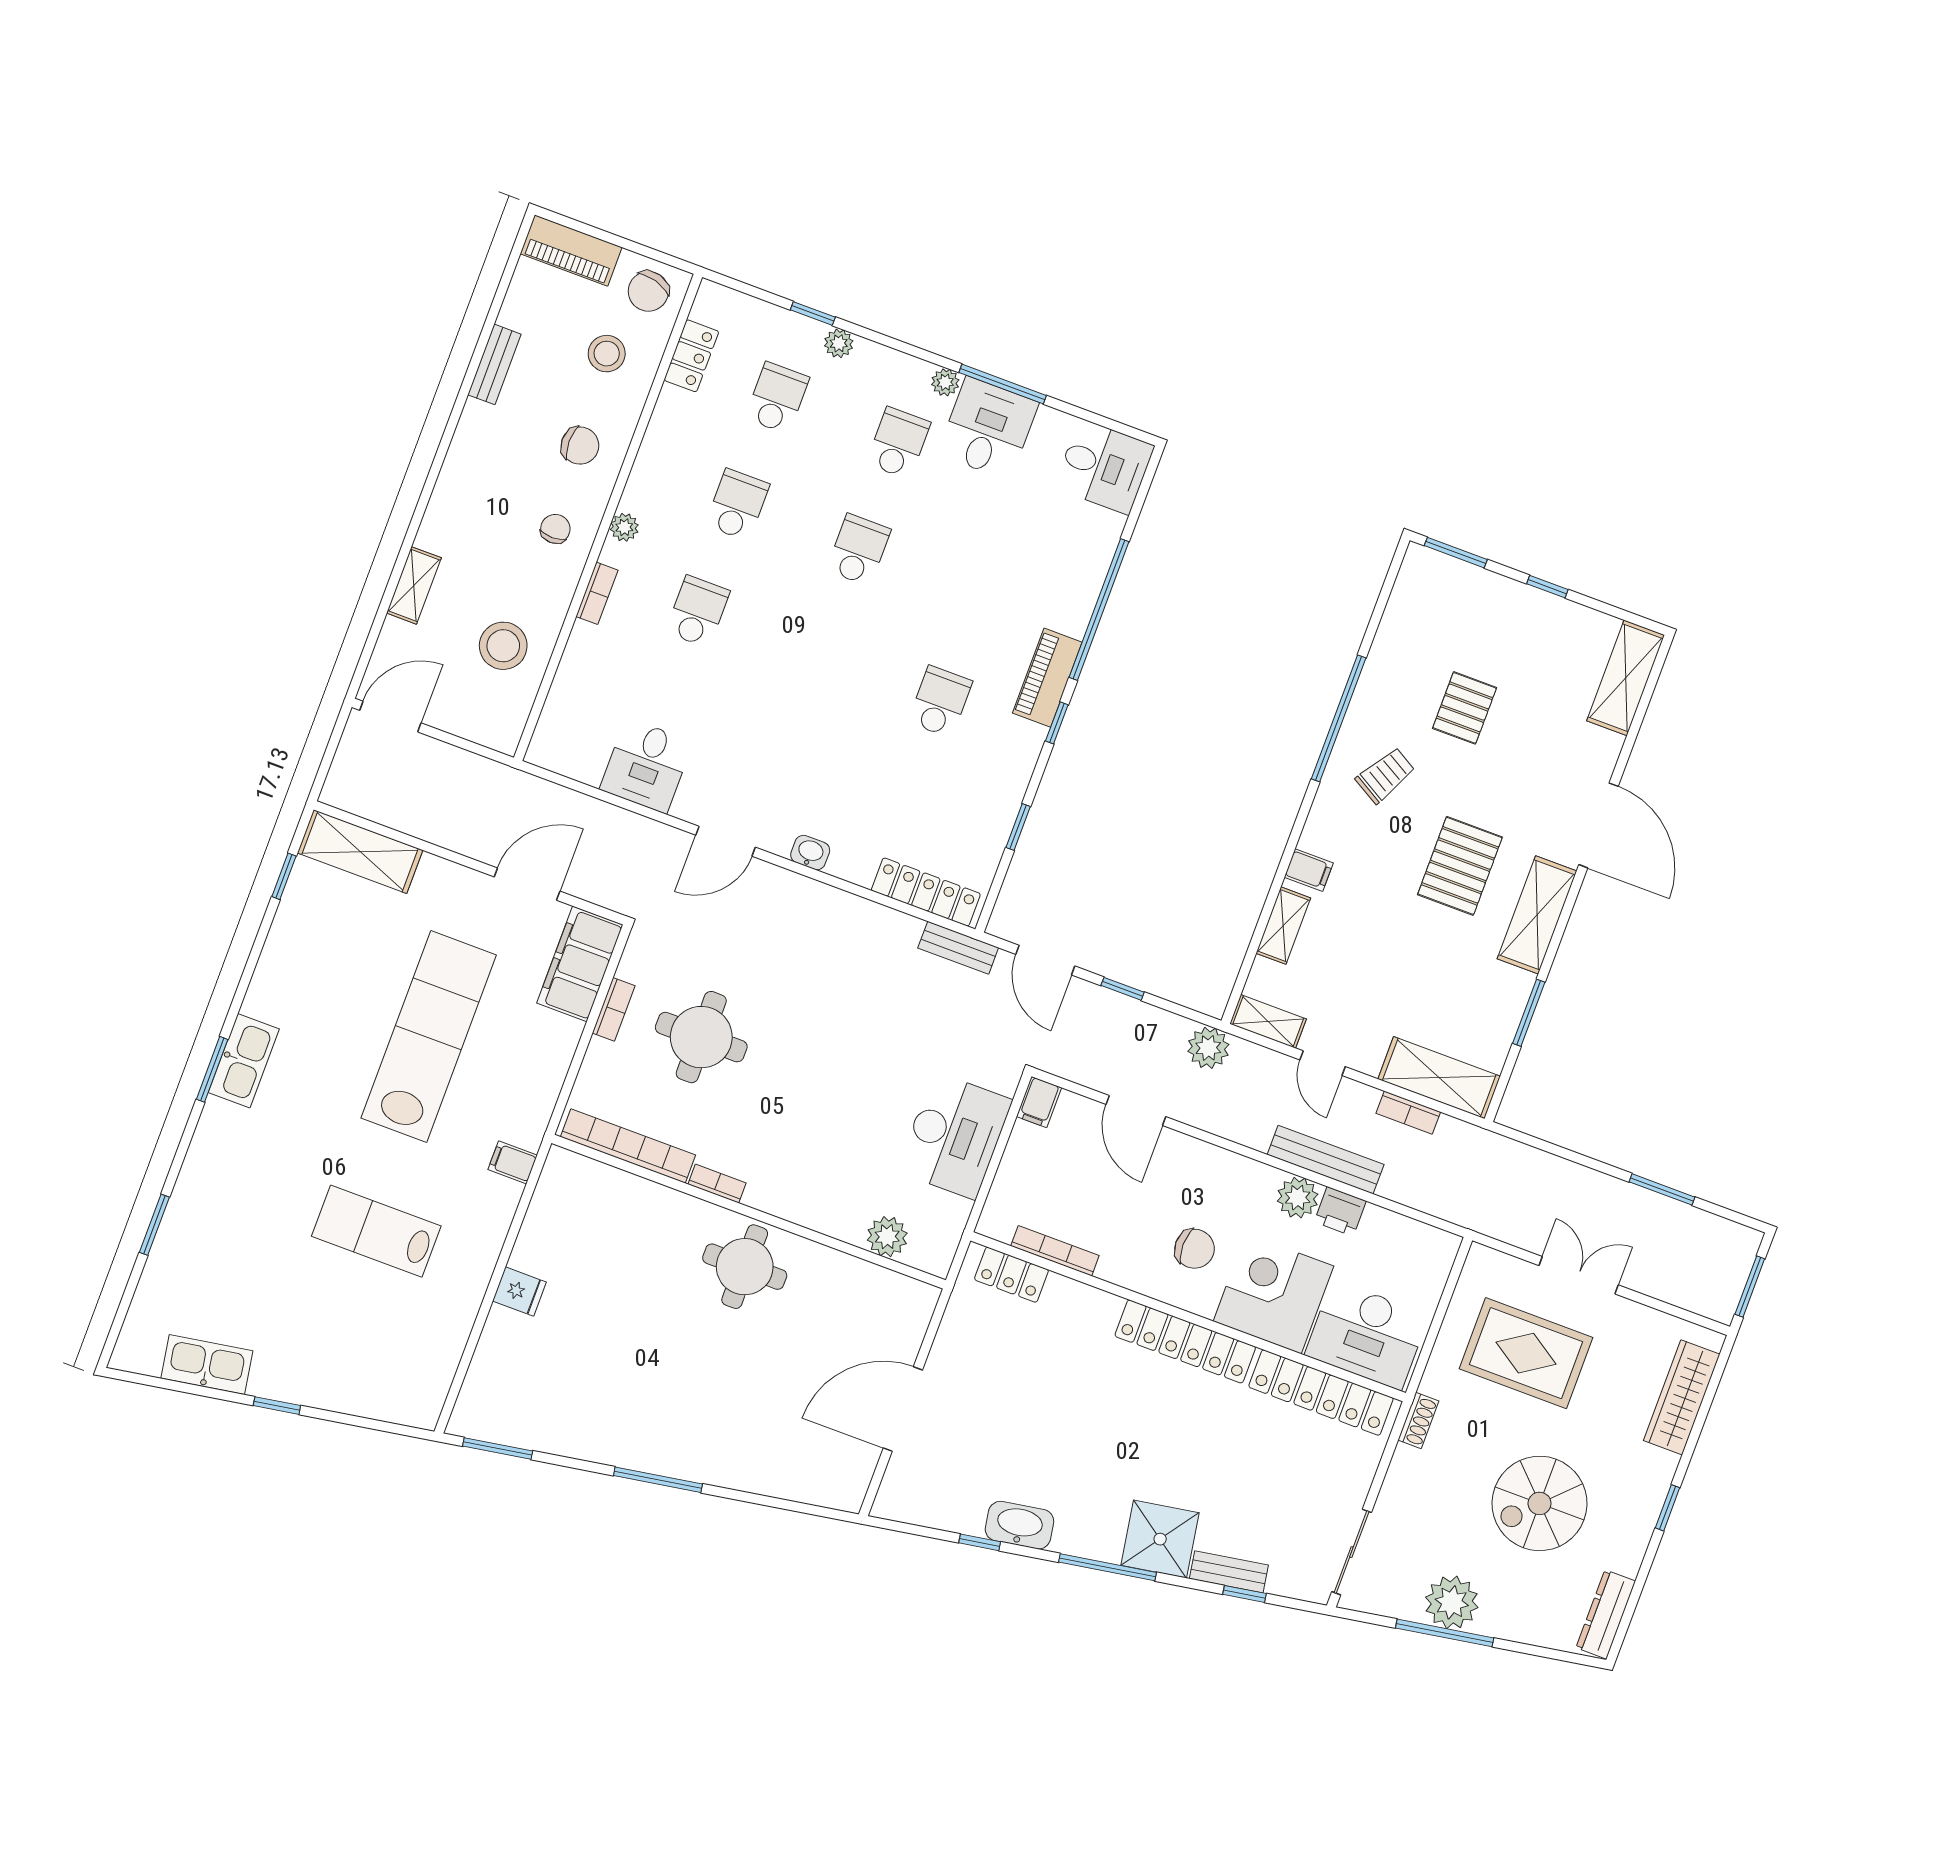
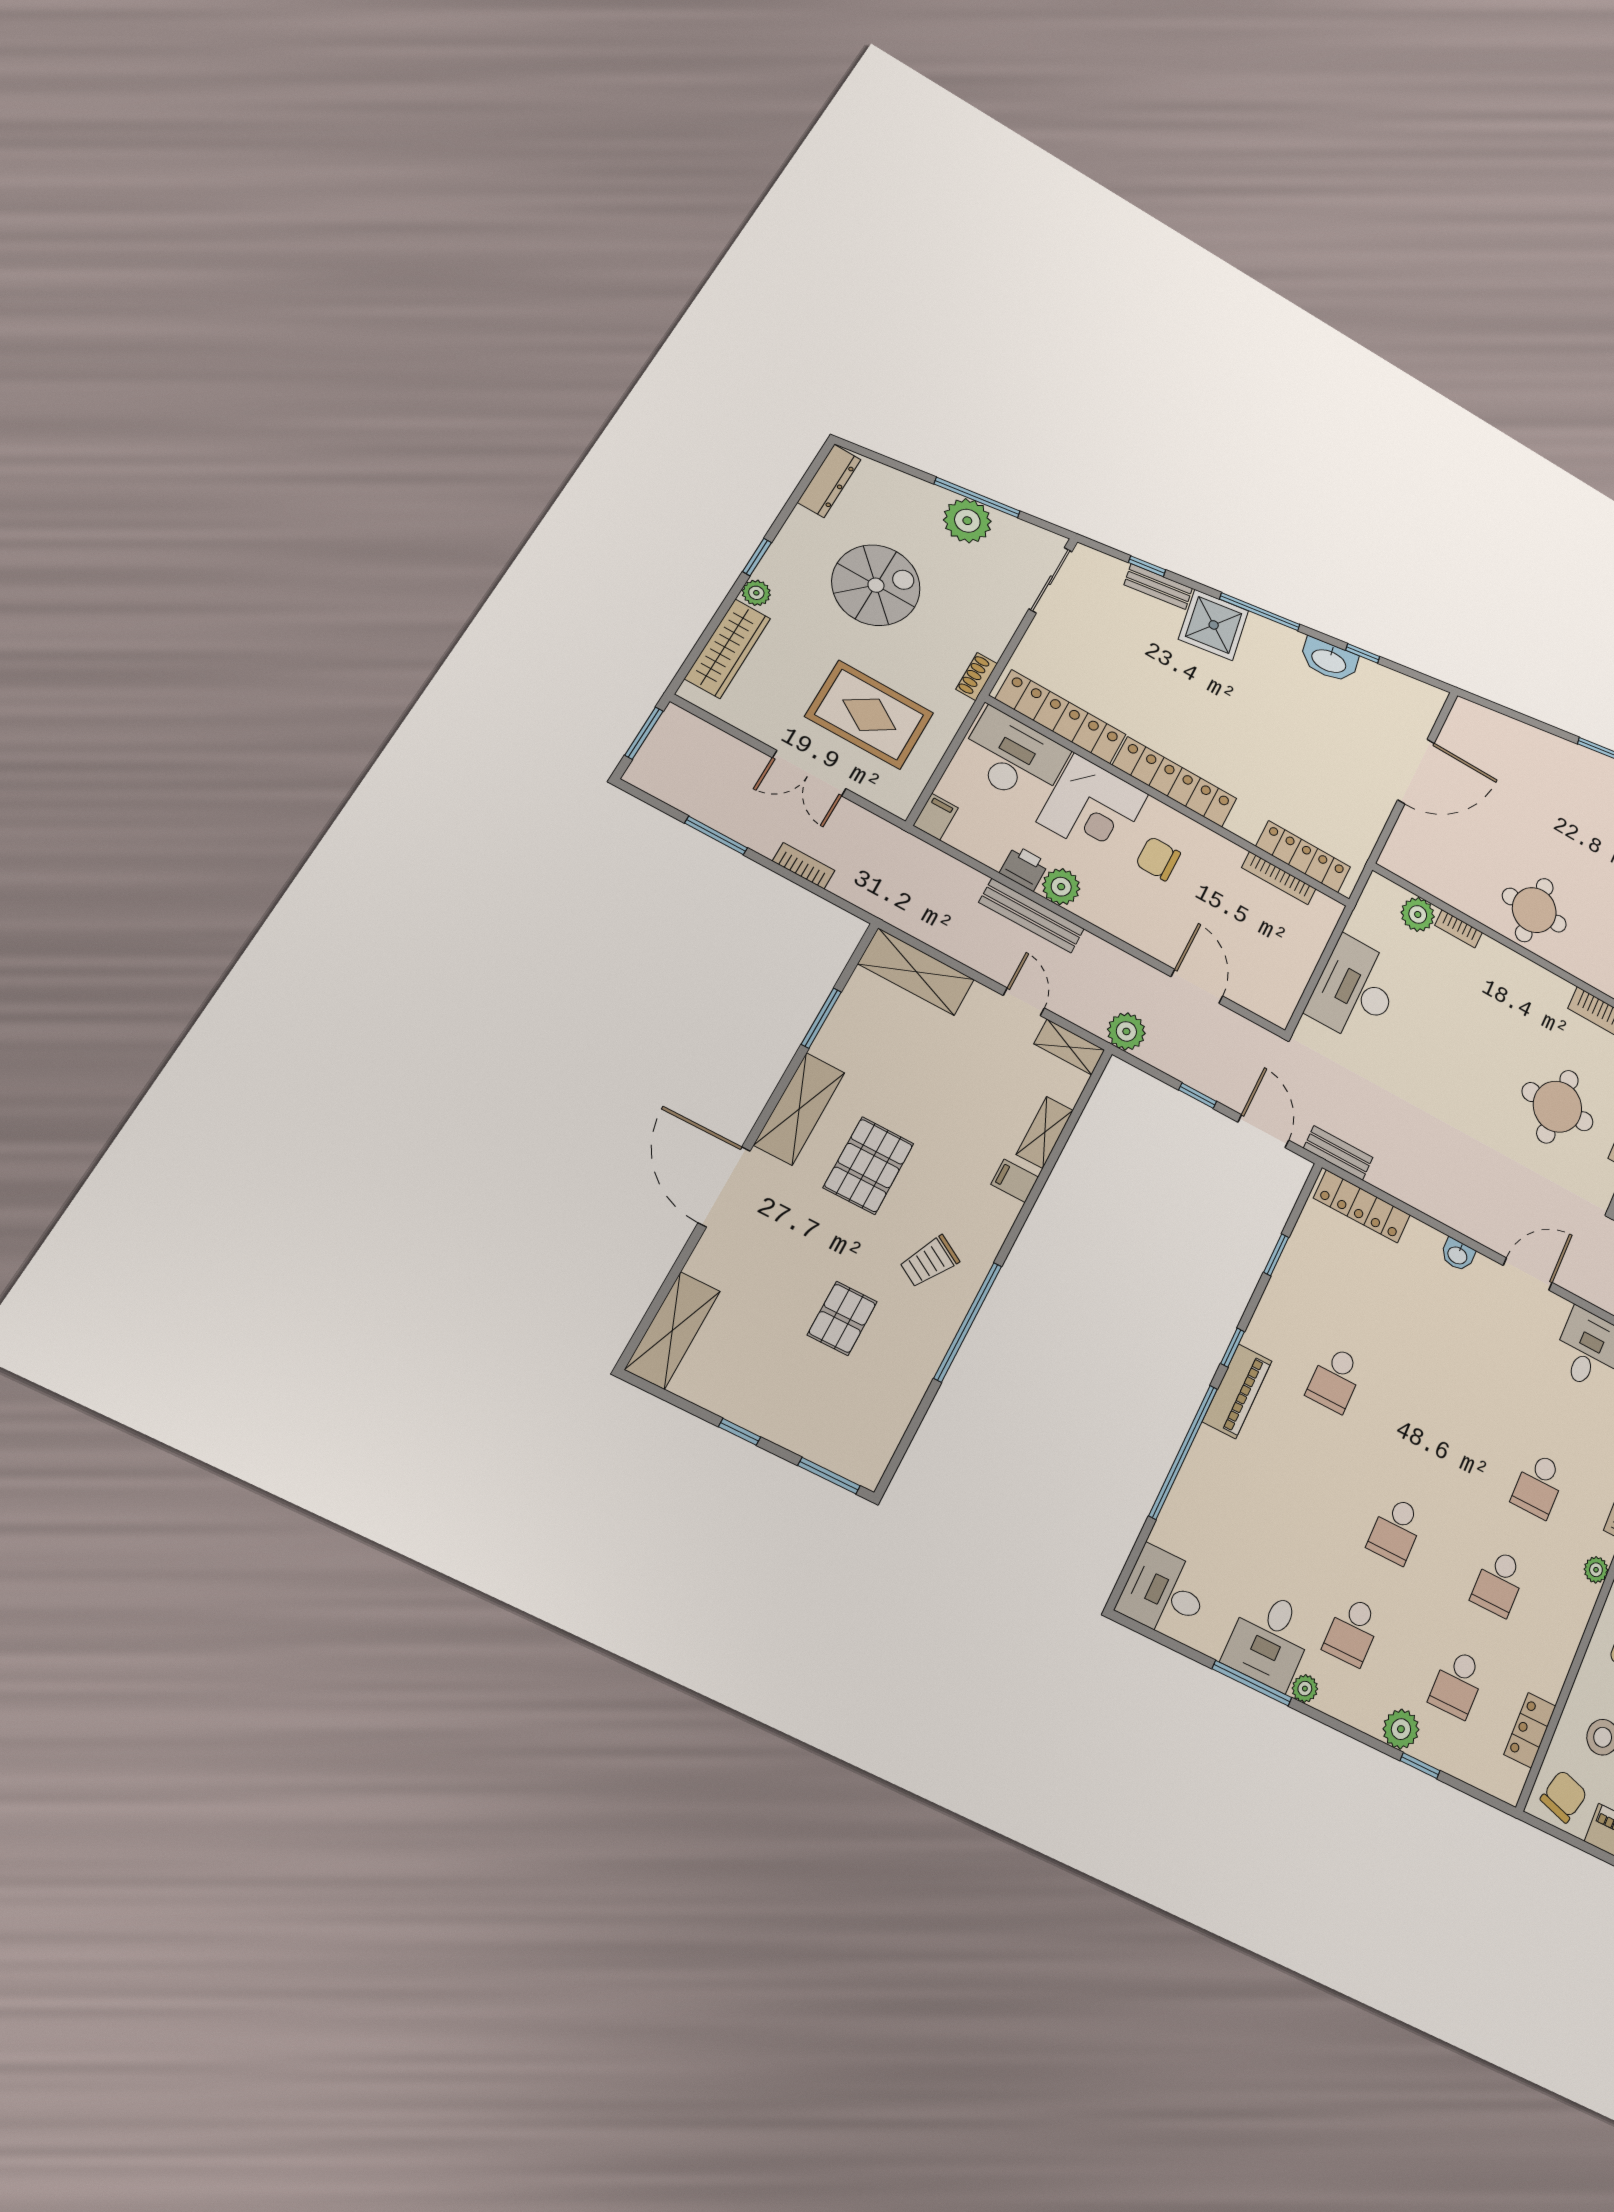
plant: (839, 343) -> (1401, 1729), width x1.38, depth x1.38
filing cabinet: (1039, 1102) -> (936, 817), moved
bookcase: (1408, 1113) -> (804, 866), moved
bookcase: (717, 1184) -> (1459, 929), moved
locker: (1011, 1275) -> (1303, 857), width x1.53
plant: (1662, 1467) -> (756, 593), added

